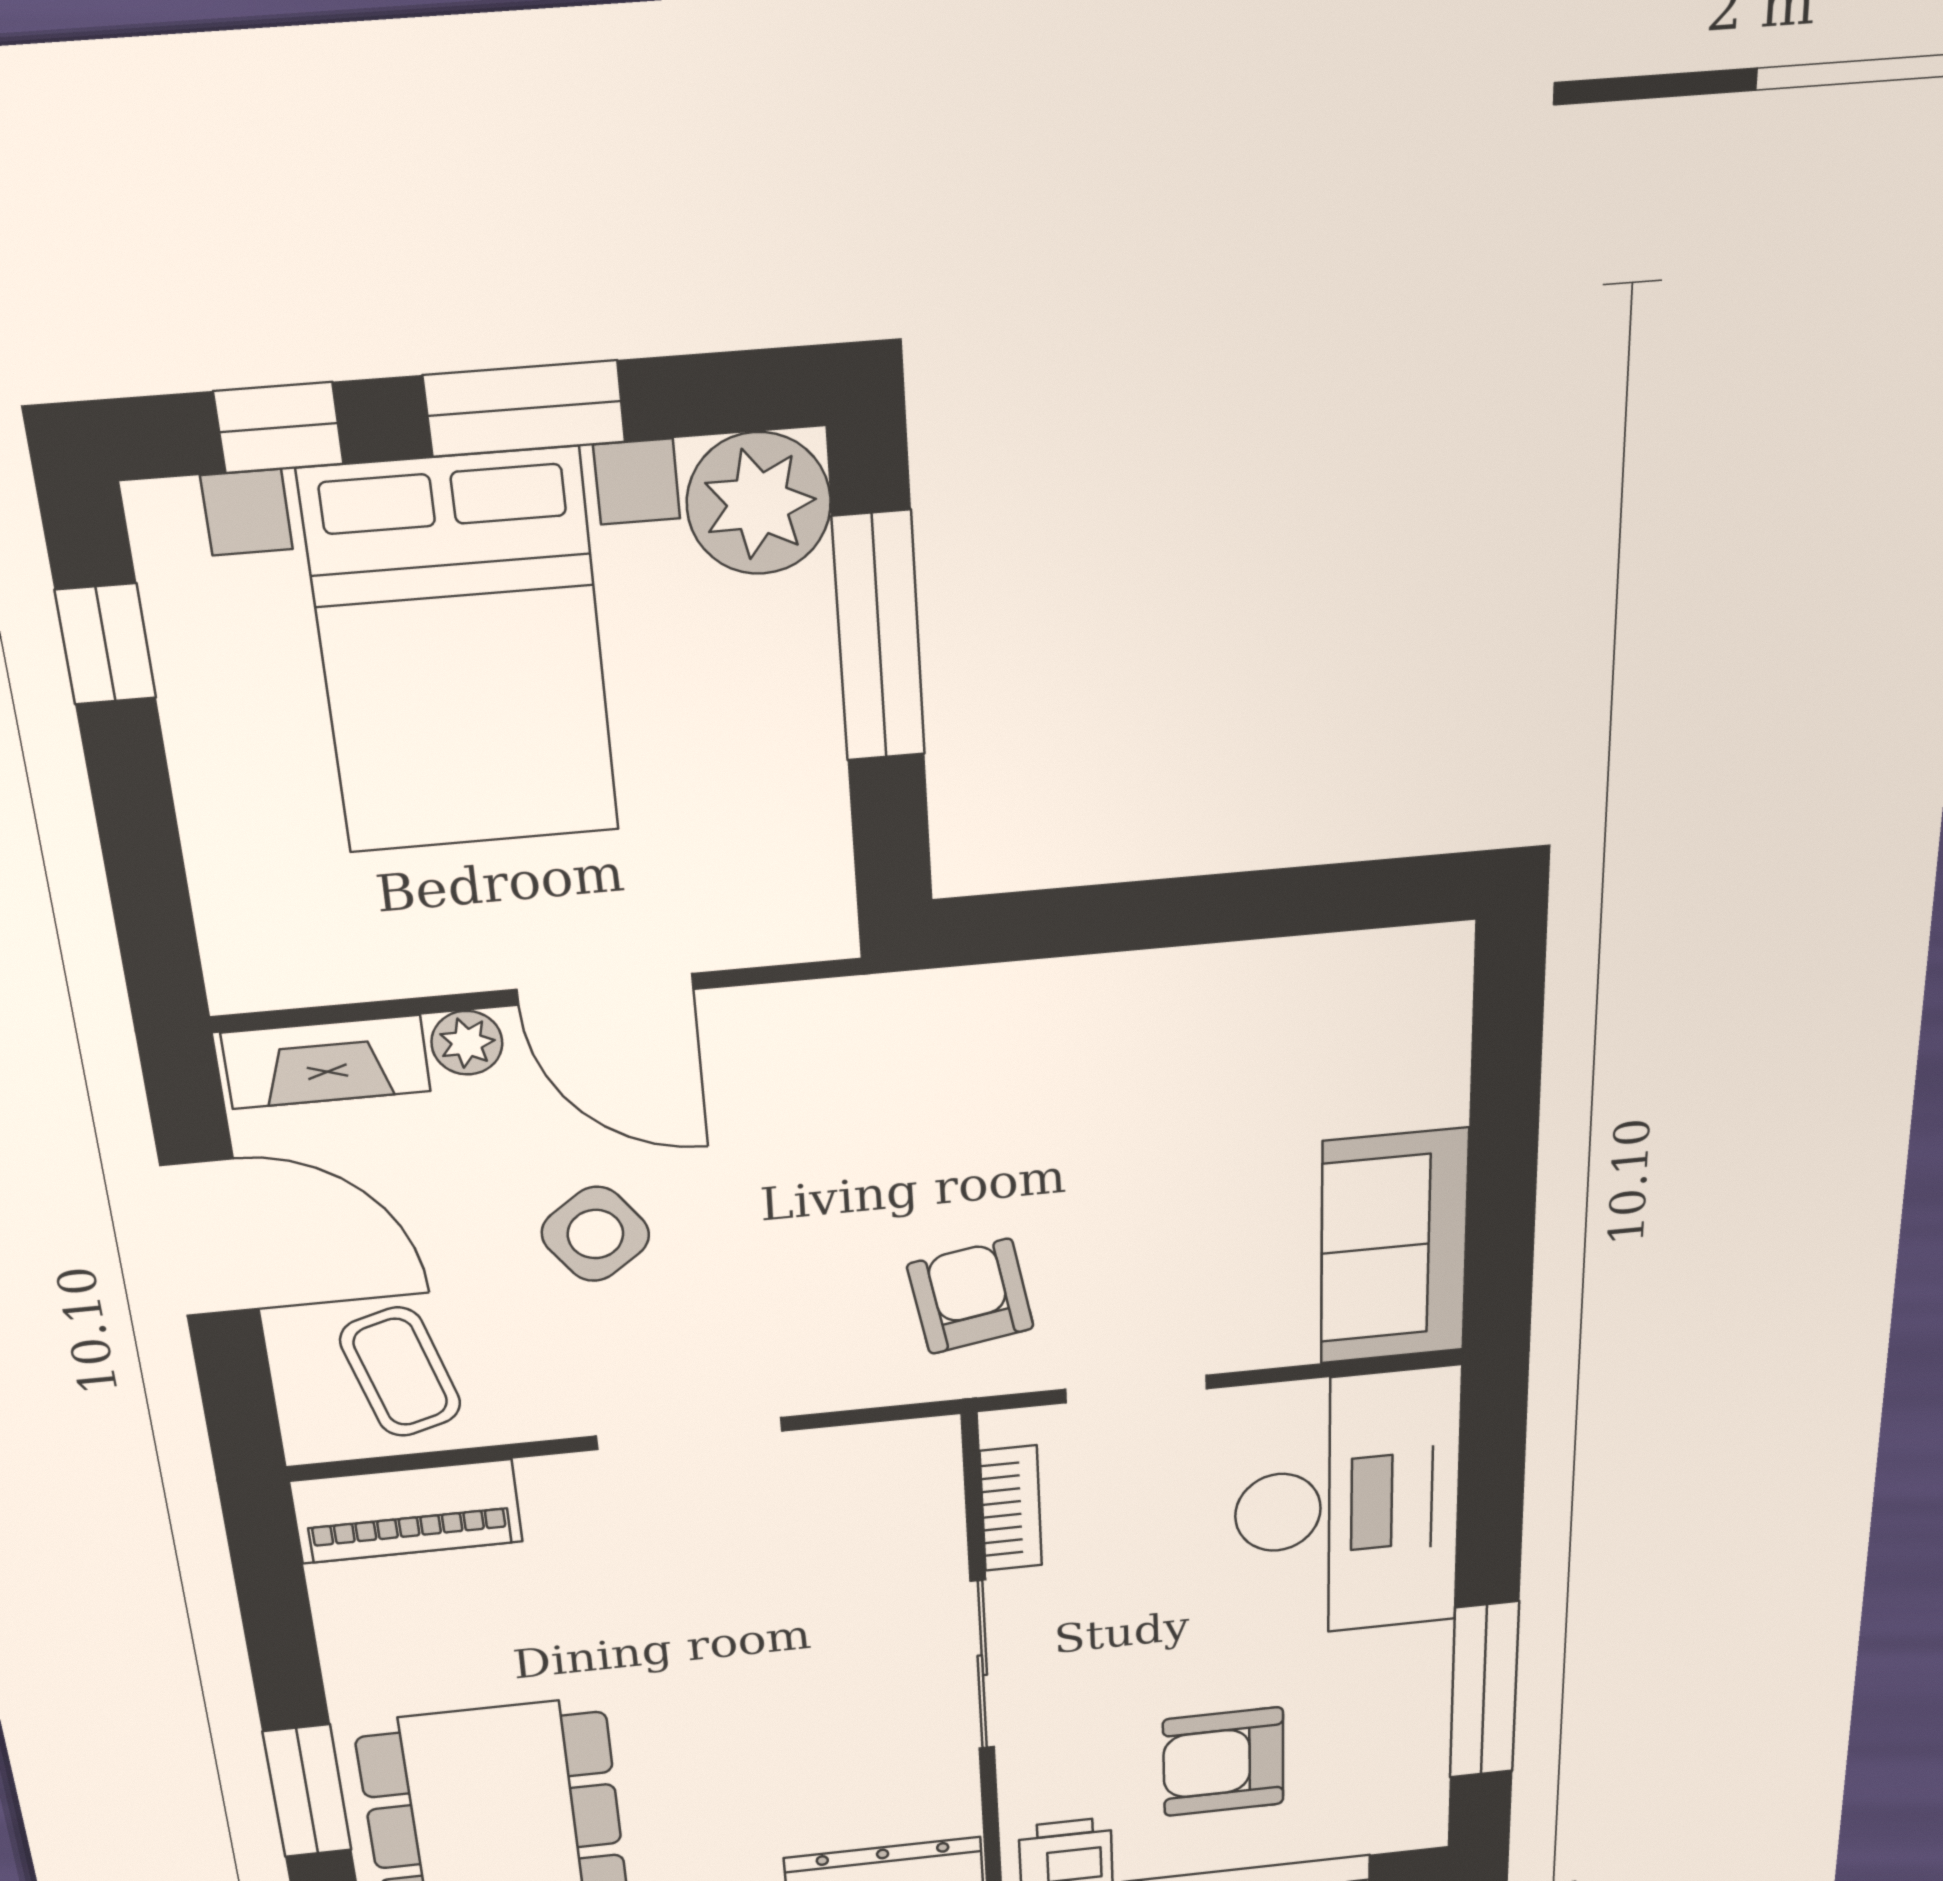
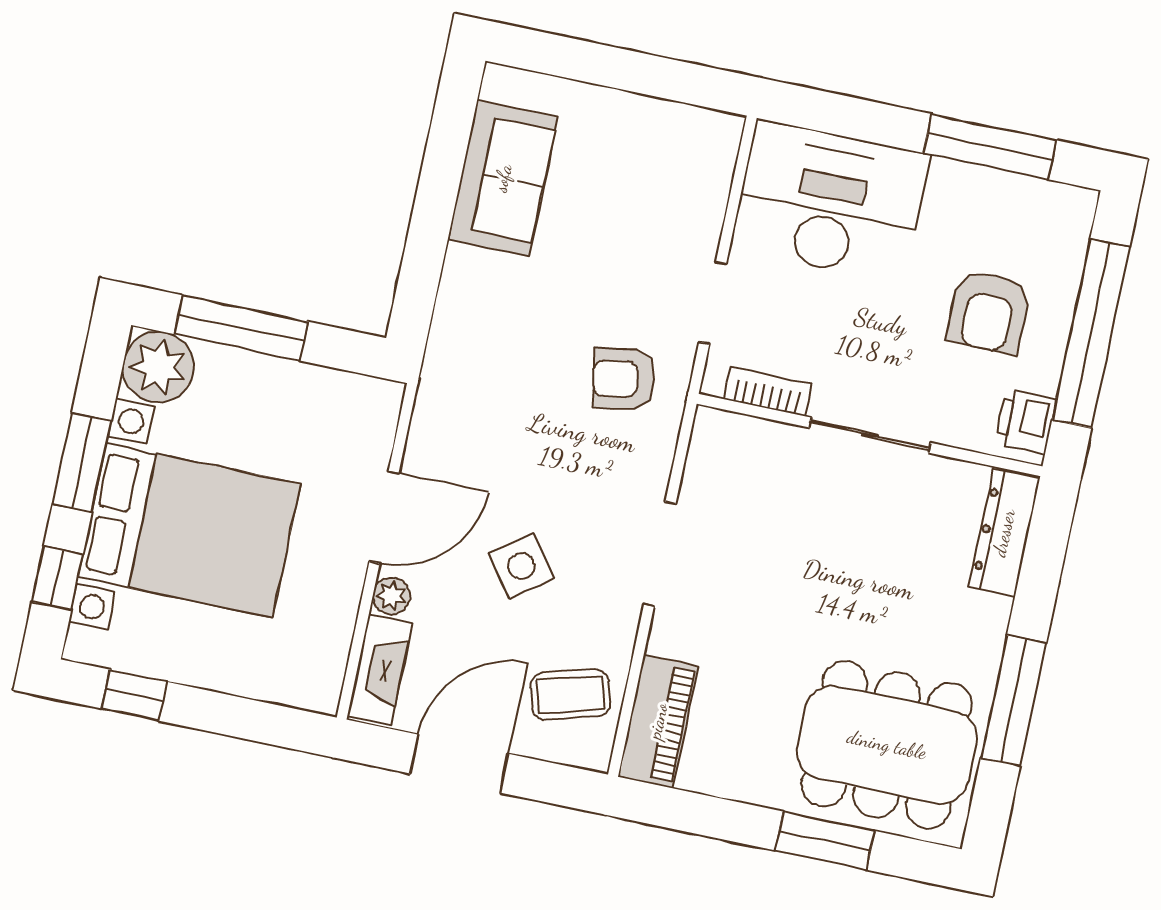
sofa: (1394, 1247) -> (503, 178), moved, turned -90

